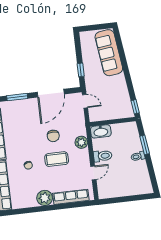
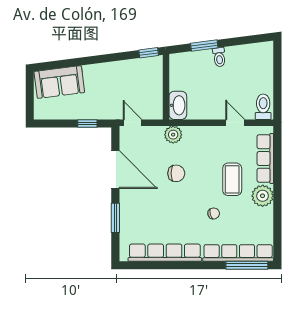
sofa: (109, 53) -> (59, 82), width x0.73
door: (85, 101) -> (132, 123), hinge flipped
plant: (81, 142) -> (173, 135), moved
toilet: (103, 156) -> (263, 107), moved
coffee table: (57, 159) -> (232, 179), moved

